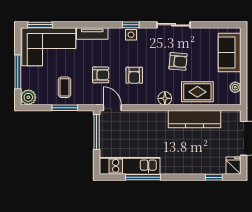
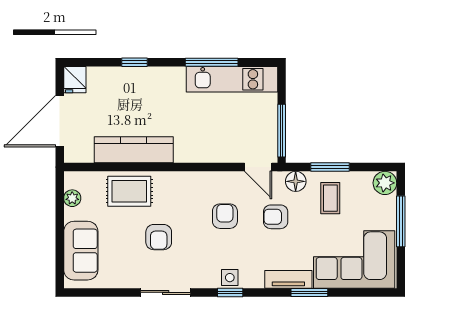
window: (40, 25) -> (309, 292), moved
armchair: (178, 61) -> (159, 237), turned -95
floor lamp: (165, 98) -> (296, 181), moved
window: (214, 177) -> (135, 62), moved

